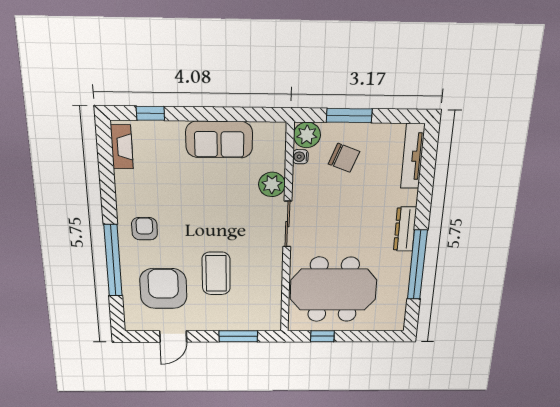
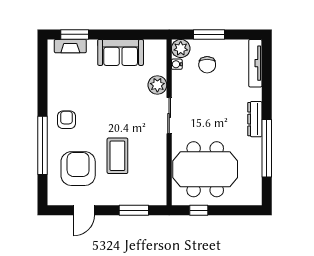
window: (150, 113) -> (75, 34), width x1.50
fireplace: (122, 147) -> (70, 46), moved, turned 90
chair: (344, 158) -> (207, 65), turned 69

